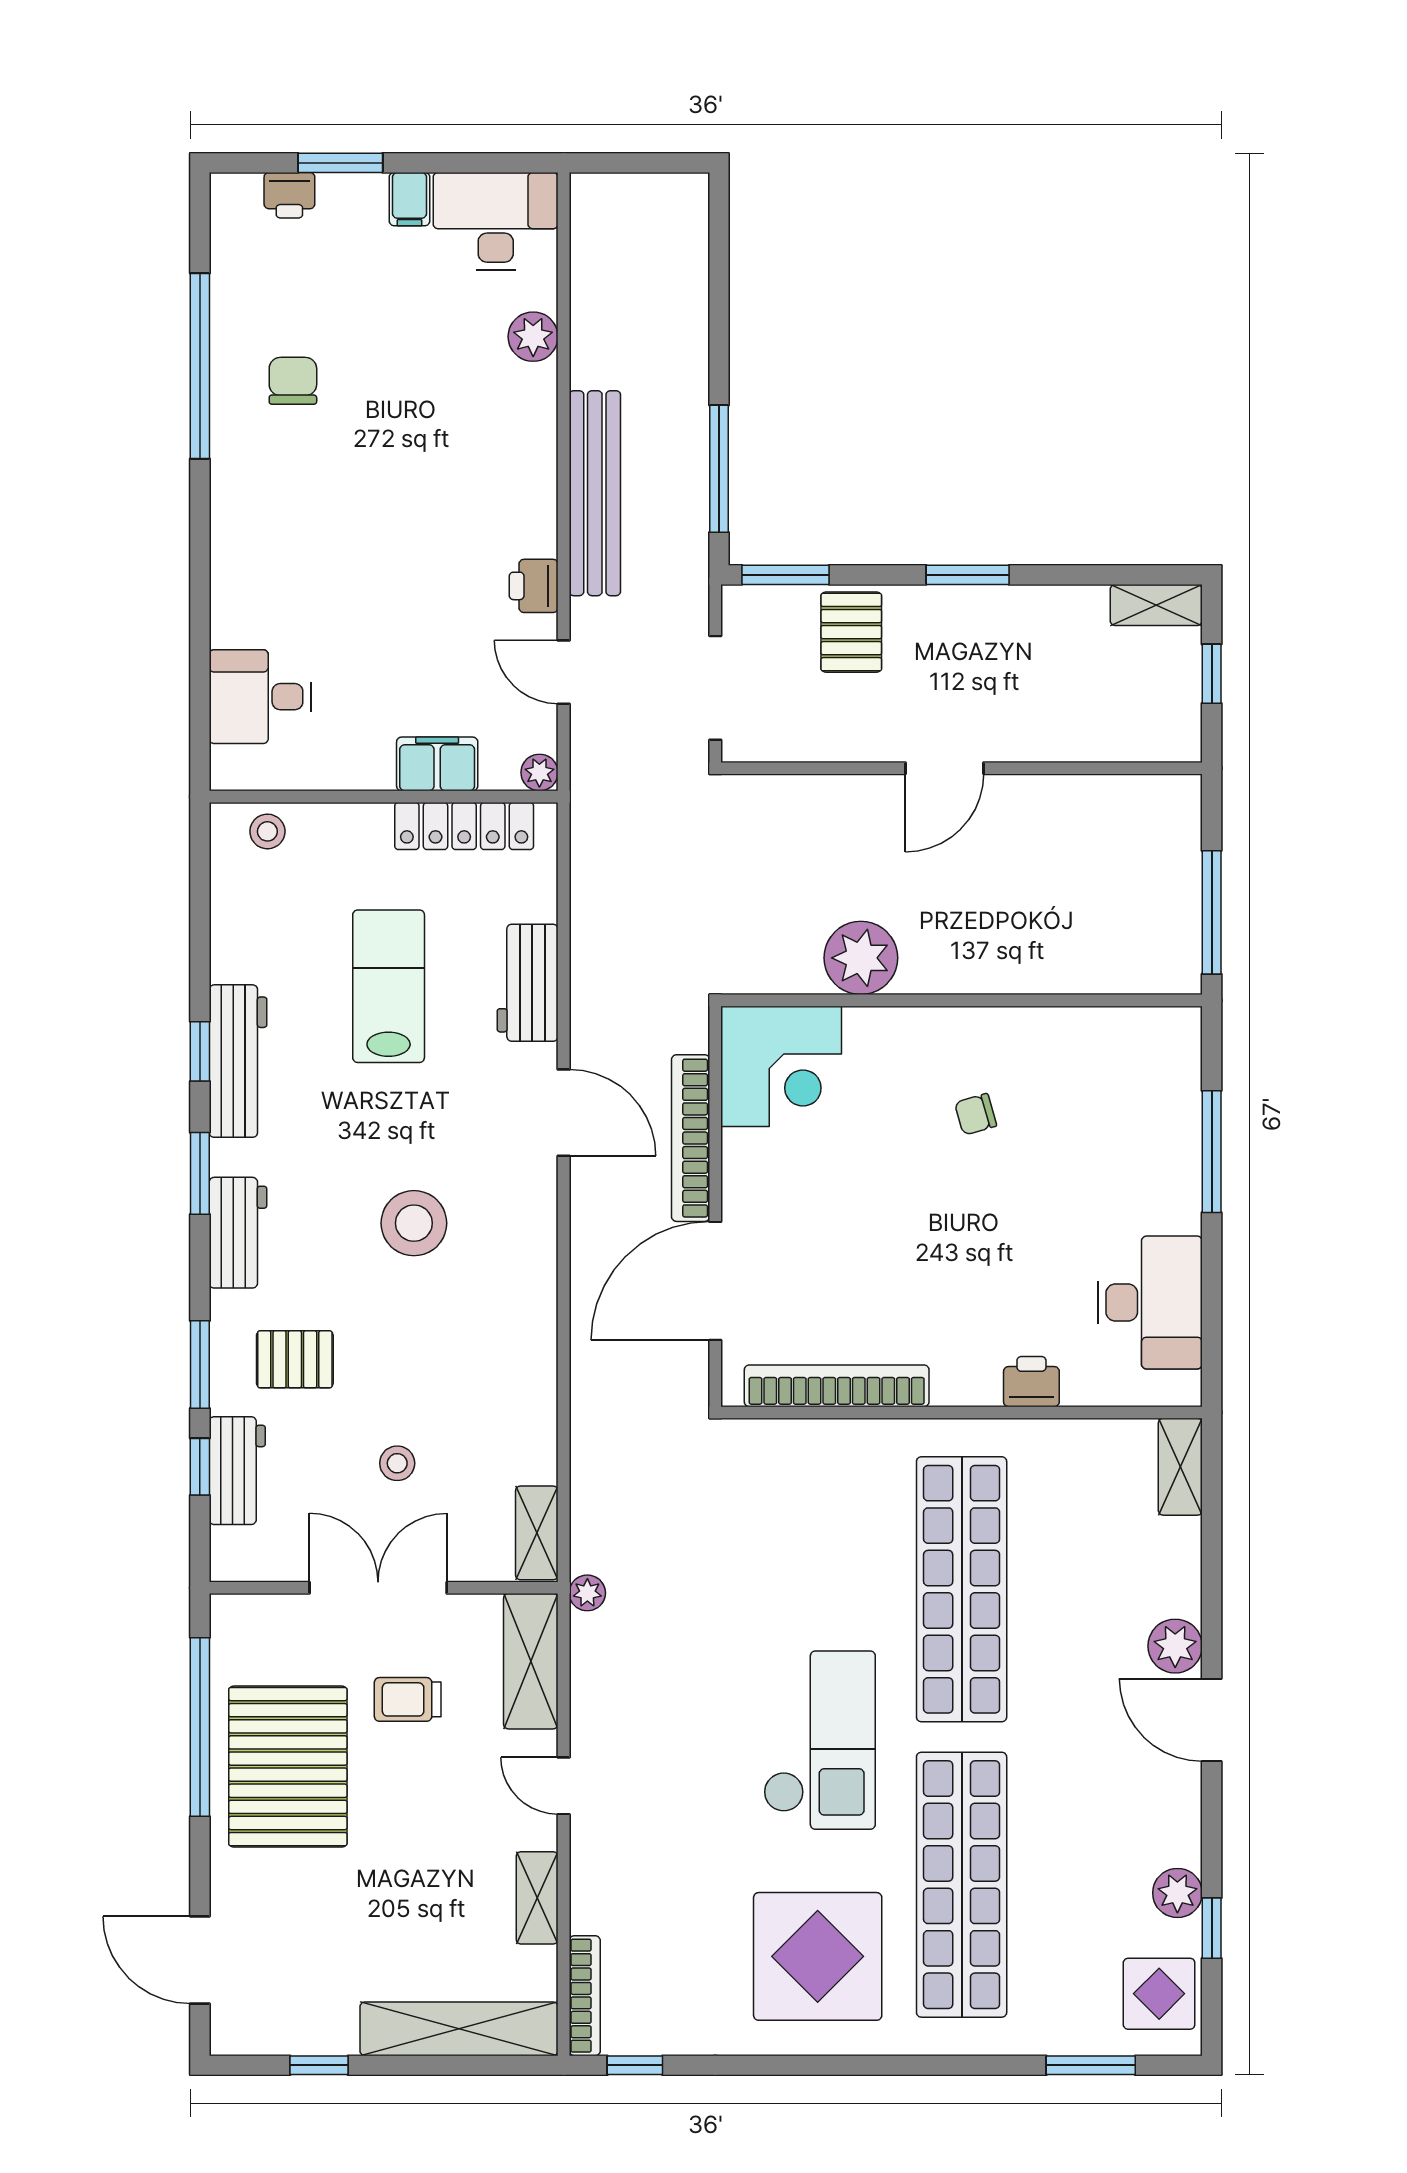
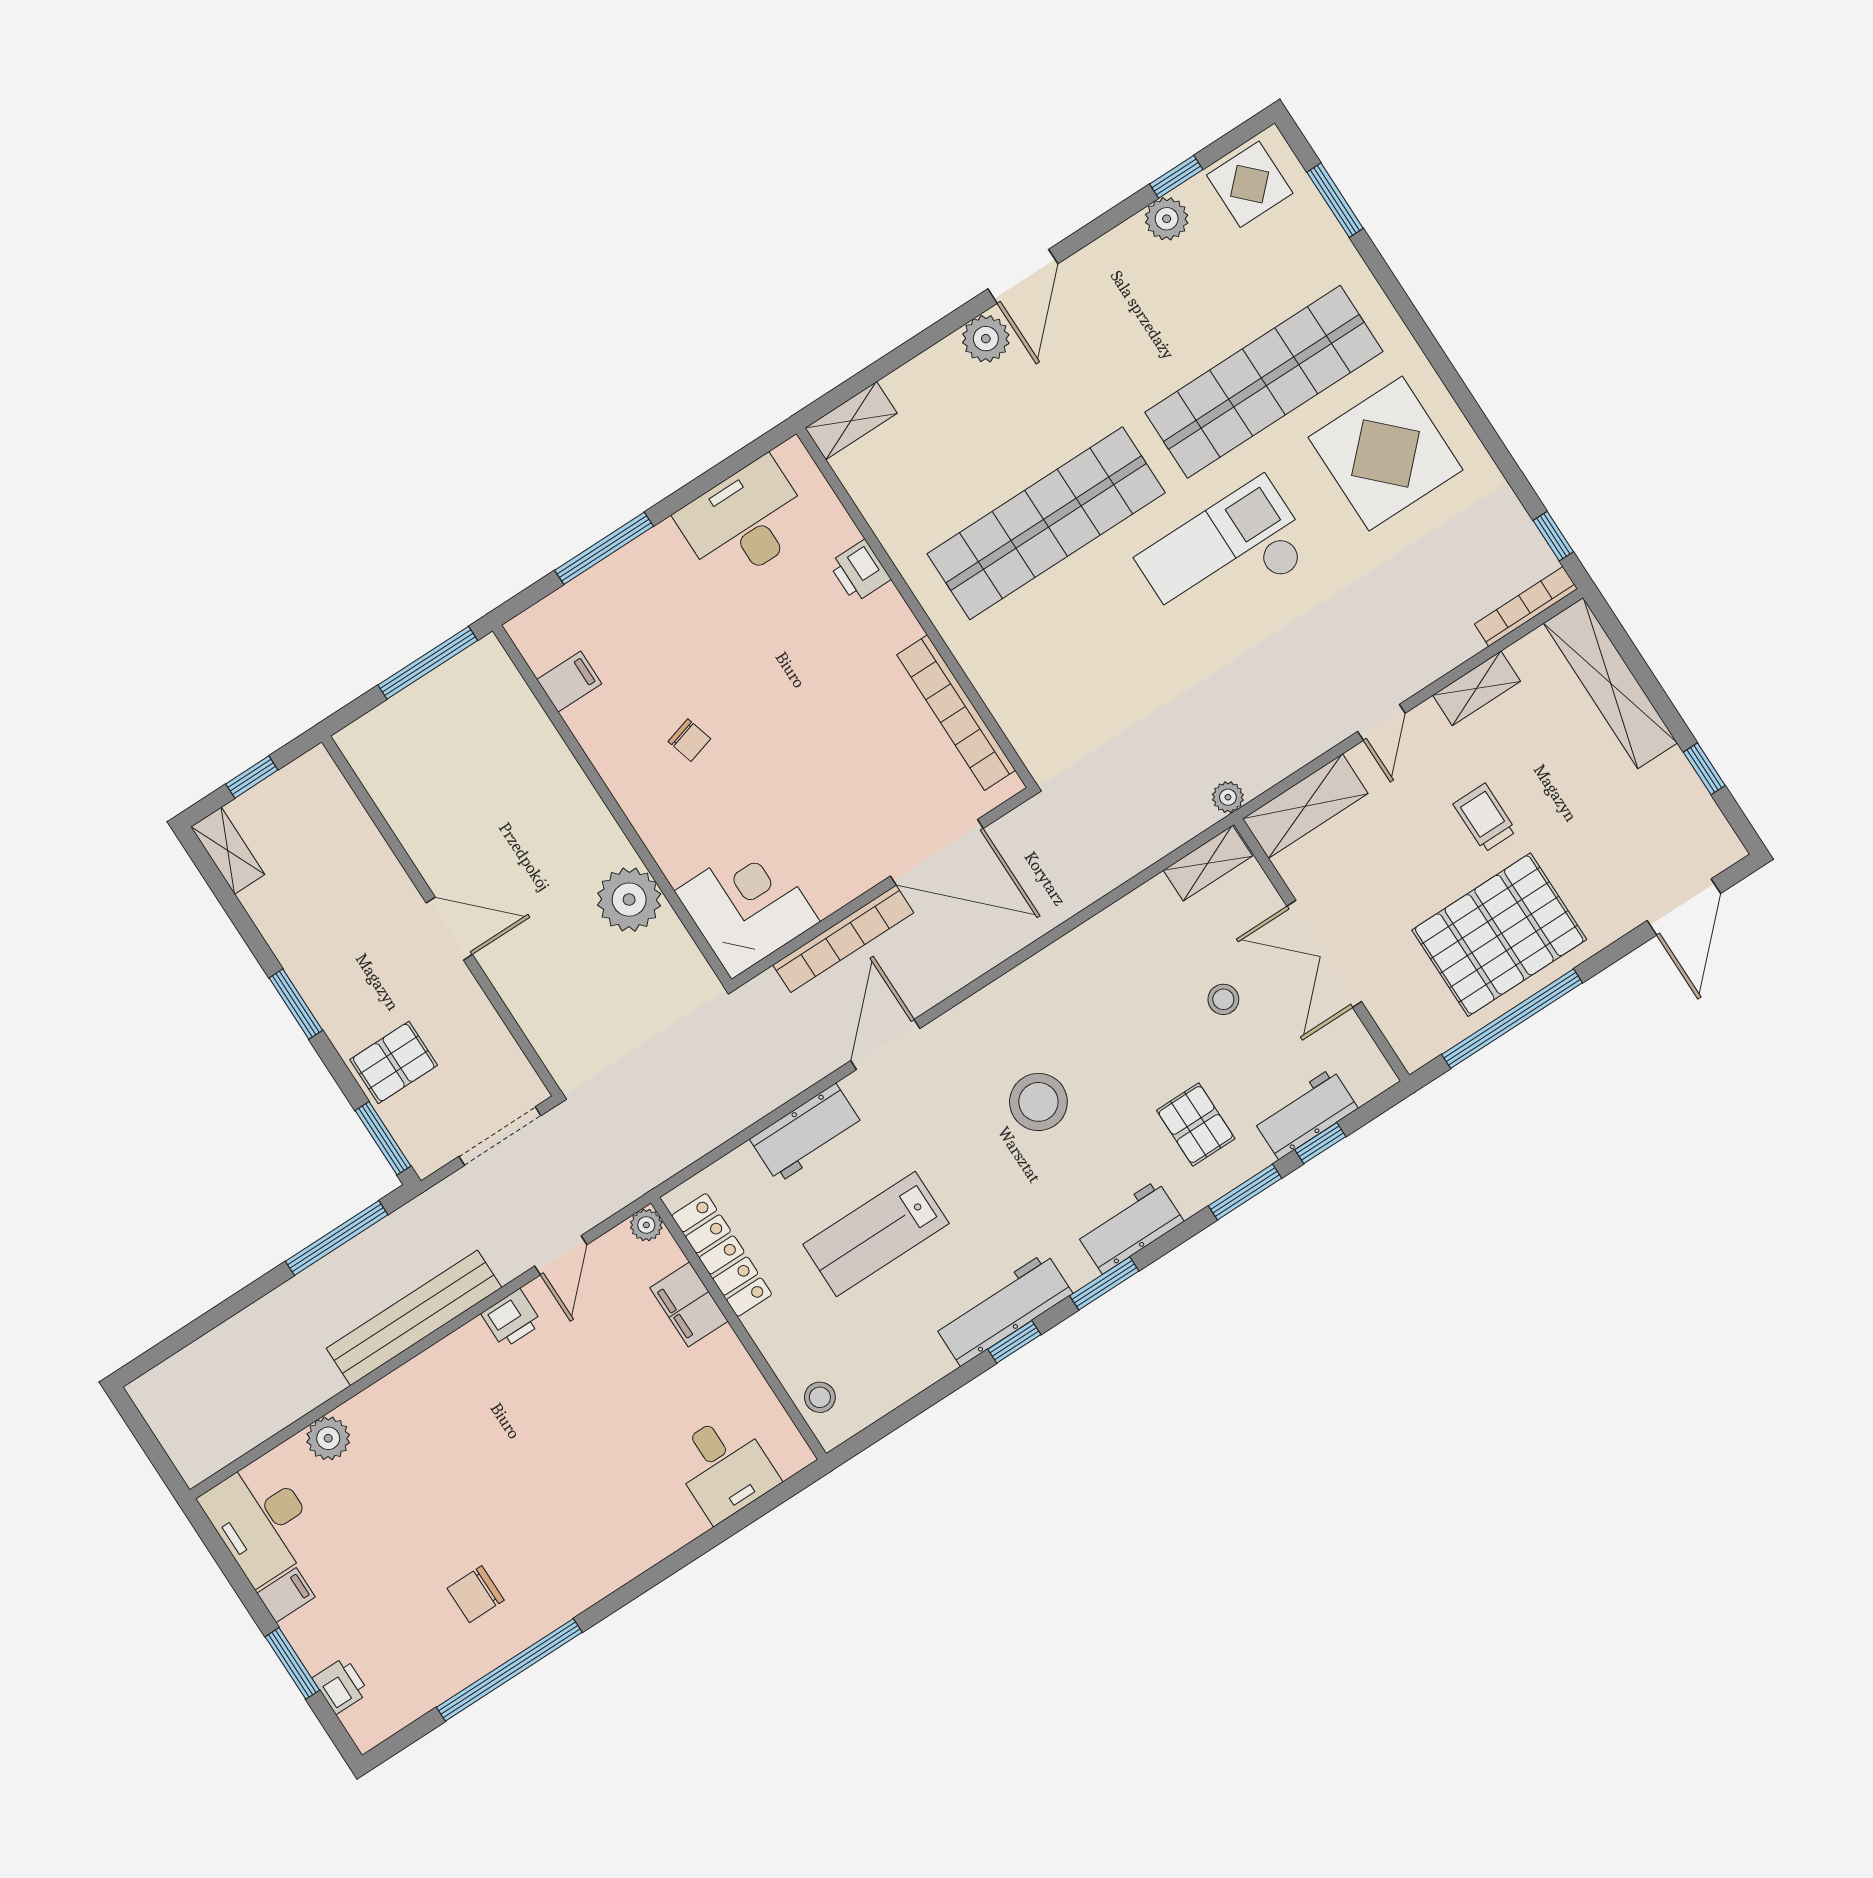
filing cabinet: (1106, 1036) -> (569, 682), added
trolley: (408, 1699) -> (1485, 818), moved, turned 180

